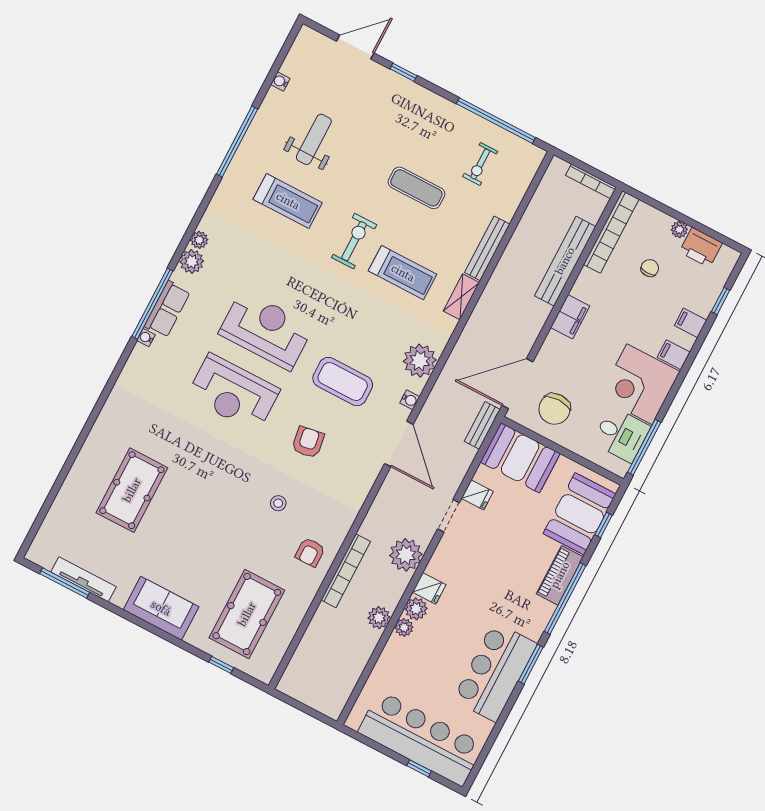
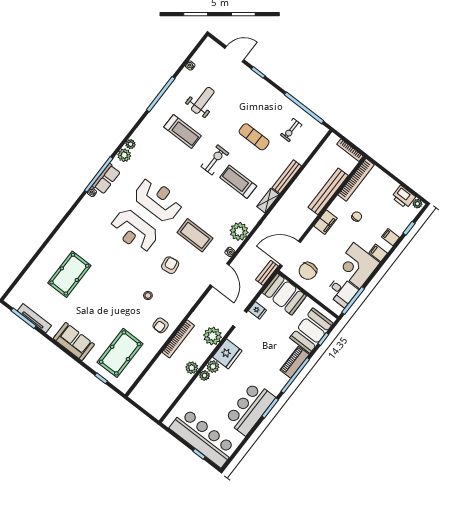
plant: (679, 230) -> (417, 204), moved
chair: (650, 268) -> (357, 217), moved
treadmill: (403, 273) -> (238, 182), turned 180
fridge: (429, 588) -> (227, 354), width x1.88, depth x1.34

